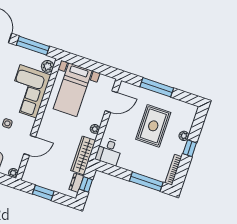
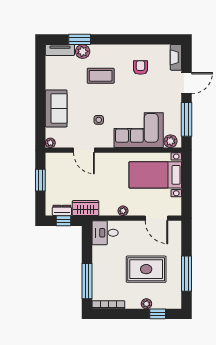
window: (157, 87) -> (187, 274), moved
window: (190, 148) -> (158, 314), moved
wardrobe: (83, 155) -> (85, 208), width x0.67

